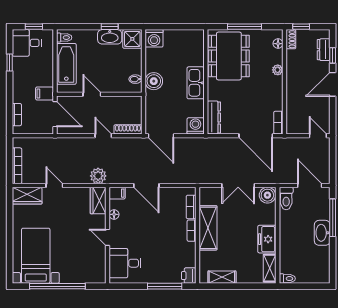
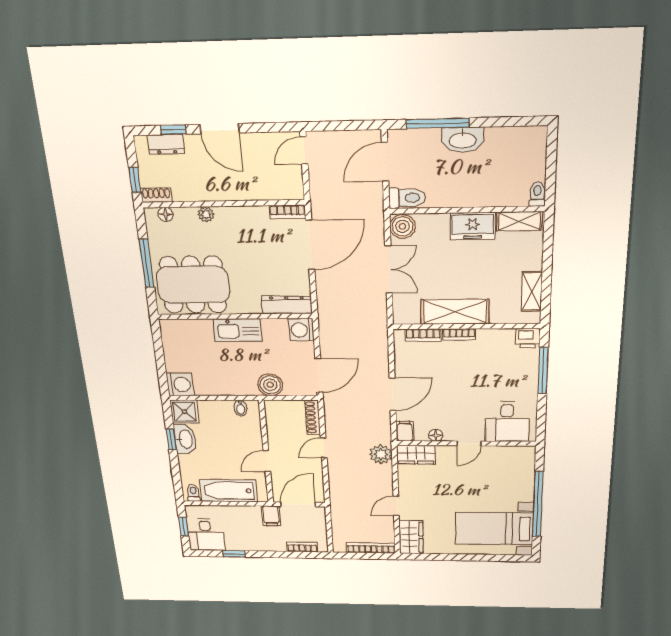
boiler: (154, 81) -> (270, 385), moved

